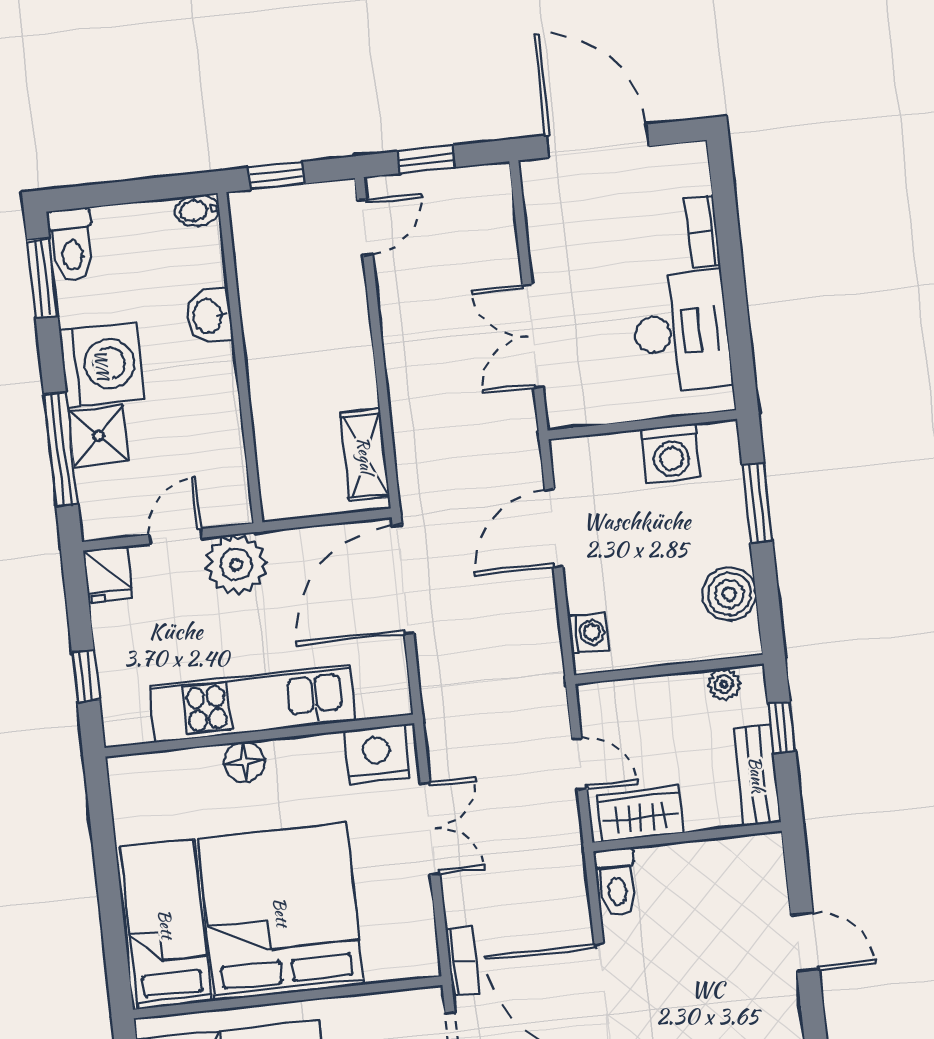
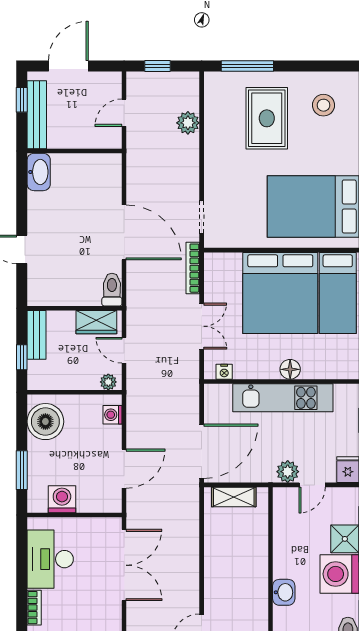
double door: (533, 336) -> (124, 565), width x1.37
shelving: (365, 455) -> (234, 497), moved, turned 90
plant: (236, 565) -> (288, 472), width x0.73, depth x0.73
boiler: (729, 594) -> (45, 422), width x1.37, depth x1.37
plant: (724, 684) -> (108, 382), moved
nightstand: (376, 755) -> (224, 372), width x0.53, depth x0.56
double door: (430, 829) -> (202, 326), swing flipped
bookcase: (462, 961) -> (193, 268), width x1.56

